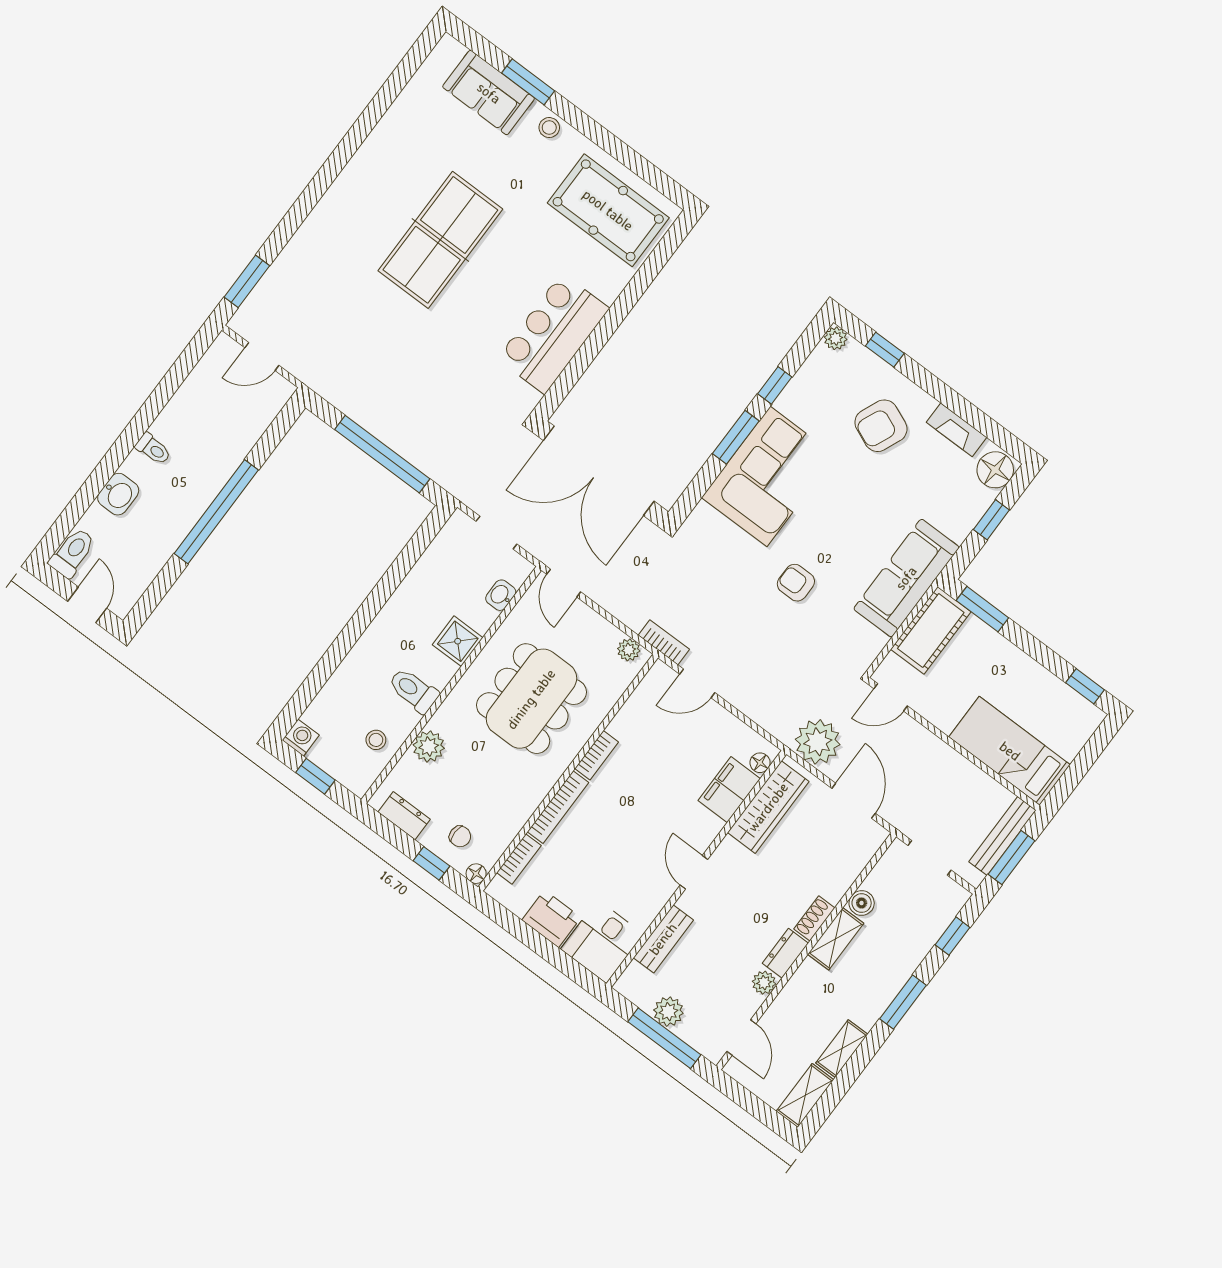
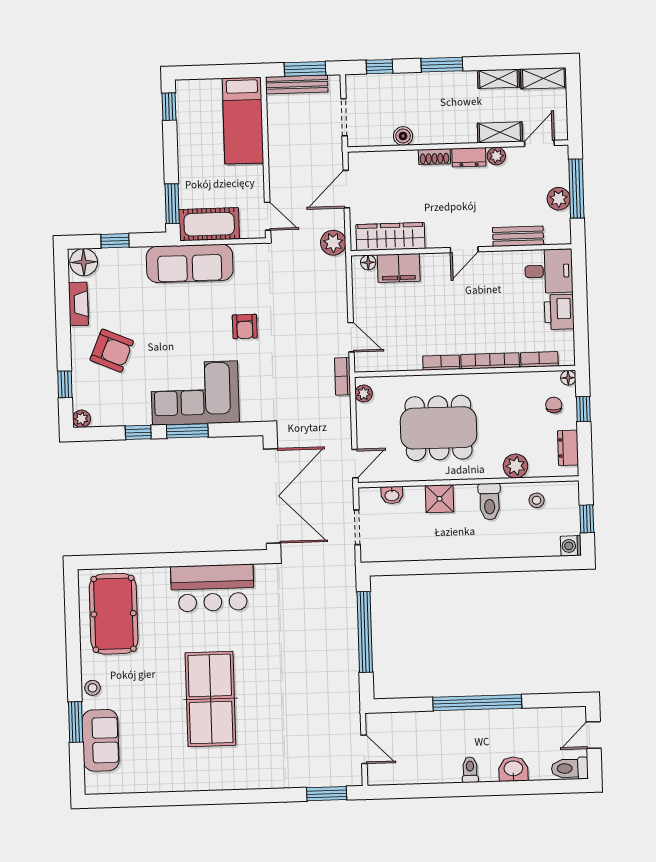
table tennis table: (440, 240) -> (210, 699), turned 90
plant: (818, 742) -> (333, 243), width x0.73, depth x0.73
shelving: (836, 939) -> (500, 132), moved

